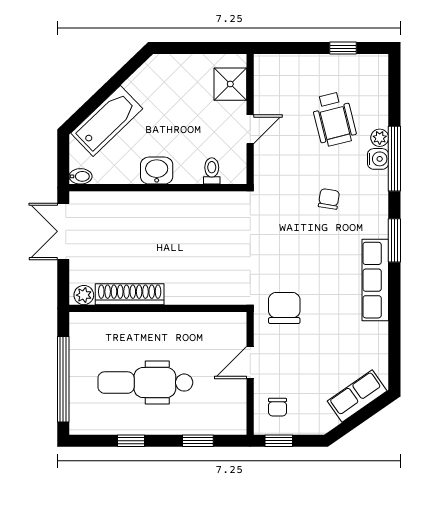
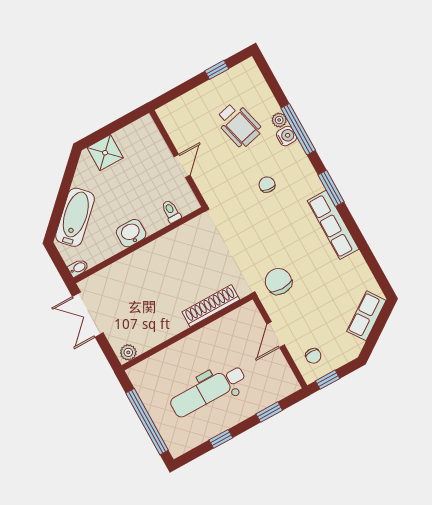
shower: (230, 84) -> (105, 153), moved
shoe rack: (130, 294) -> (211, 306), moved

